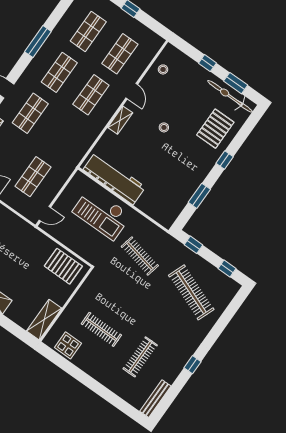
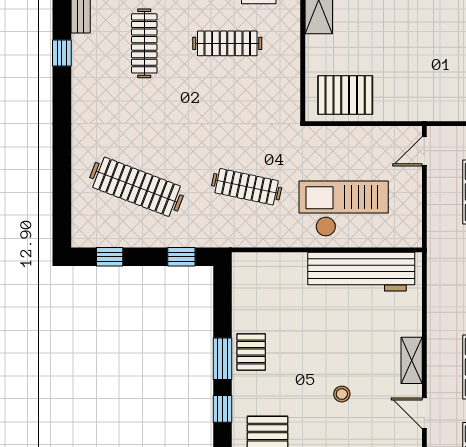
pallet: (192, 177) -> (251, 352), added
window: (199, 196) -> (222, 359), moved
window: (192, 365) -> (62, 53), moved

